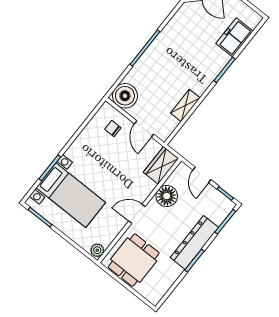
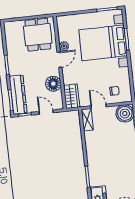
shelving: (185, 105) -> (87, 120), moved
bed with nightstands: (71, 195) -> (103, 43), width x1.36
dresser: (194, 242) -> (18, 95), moved
plant: (97, 250) -> (64, 46), moved

